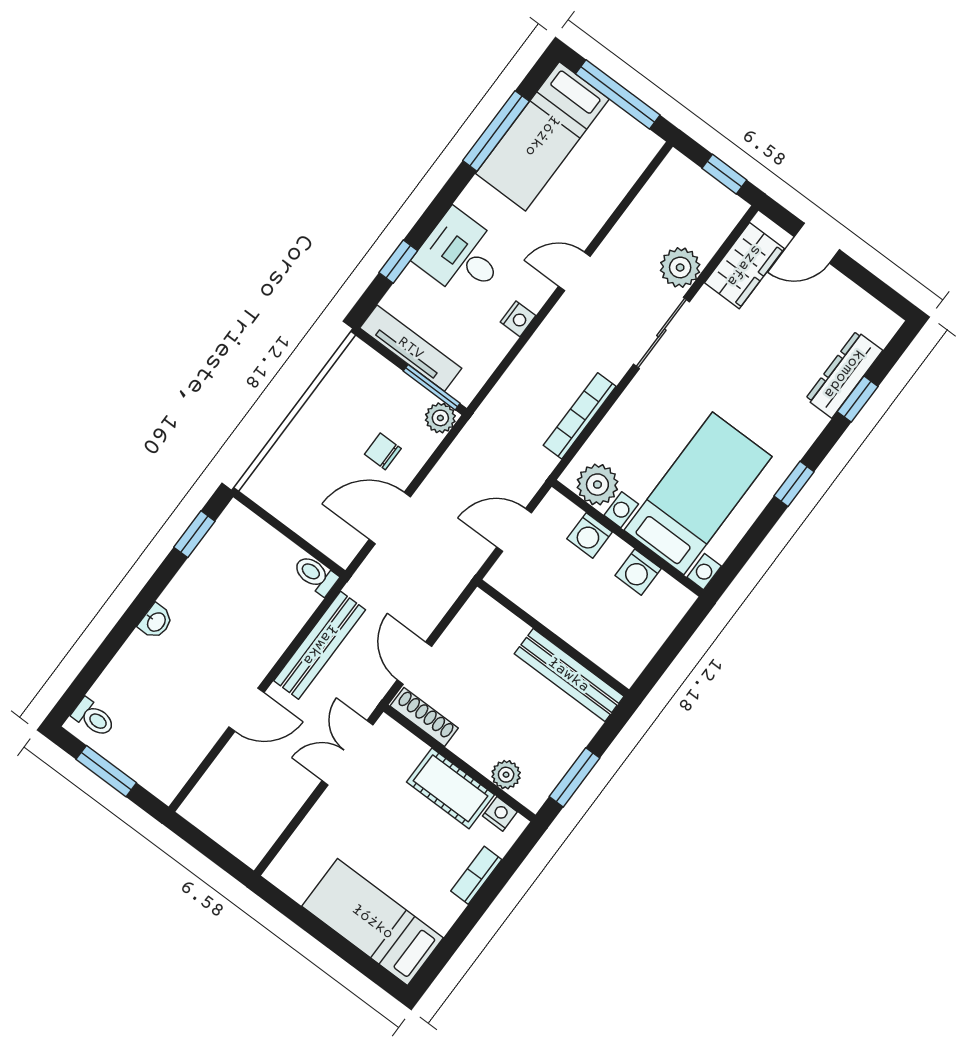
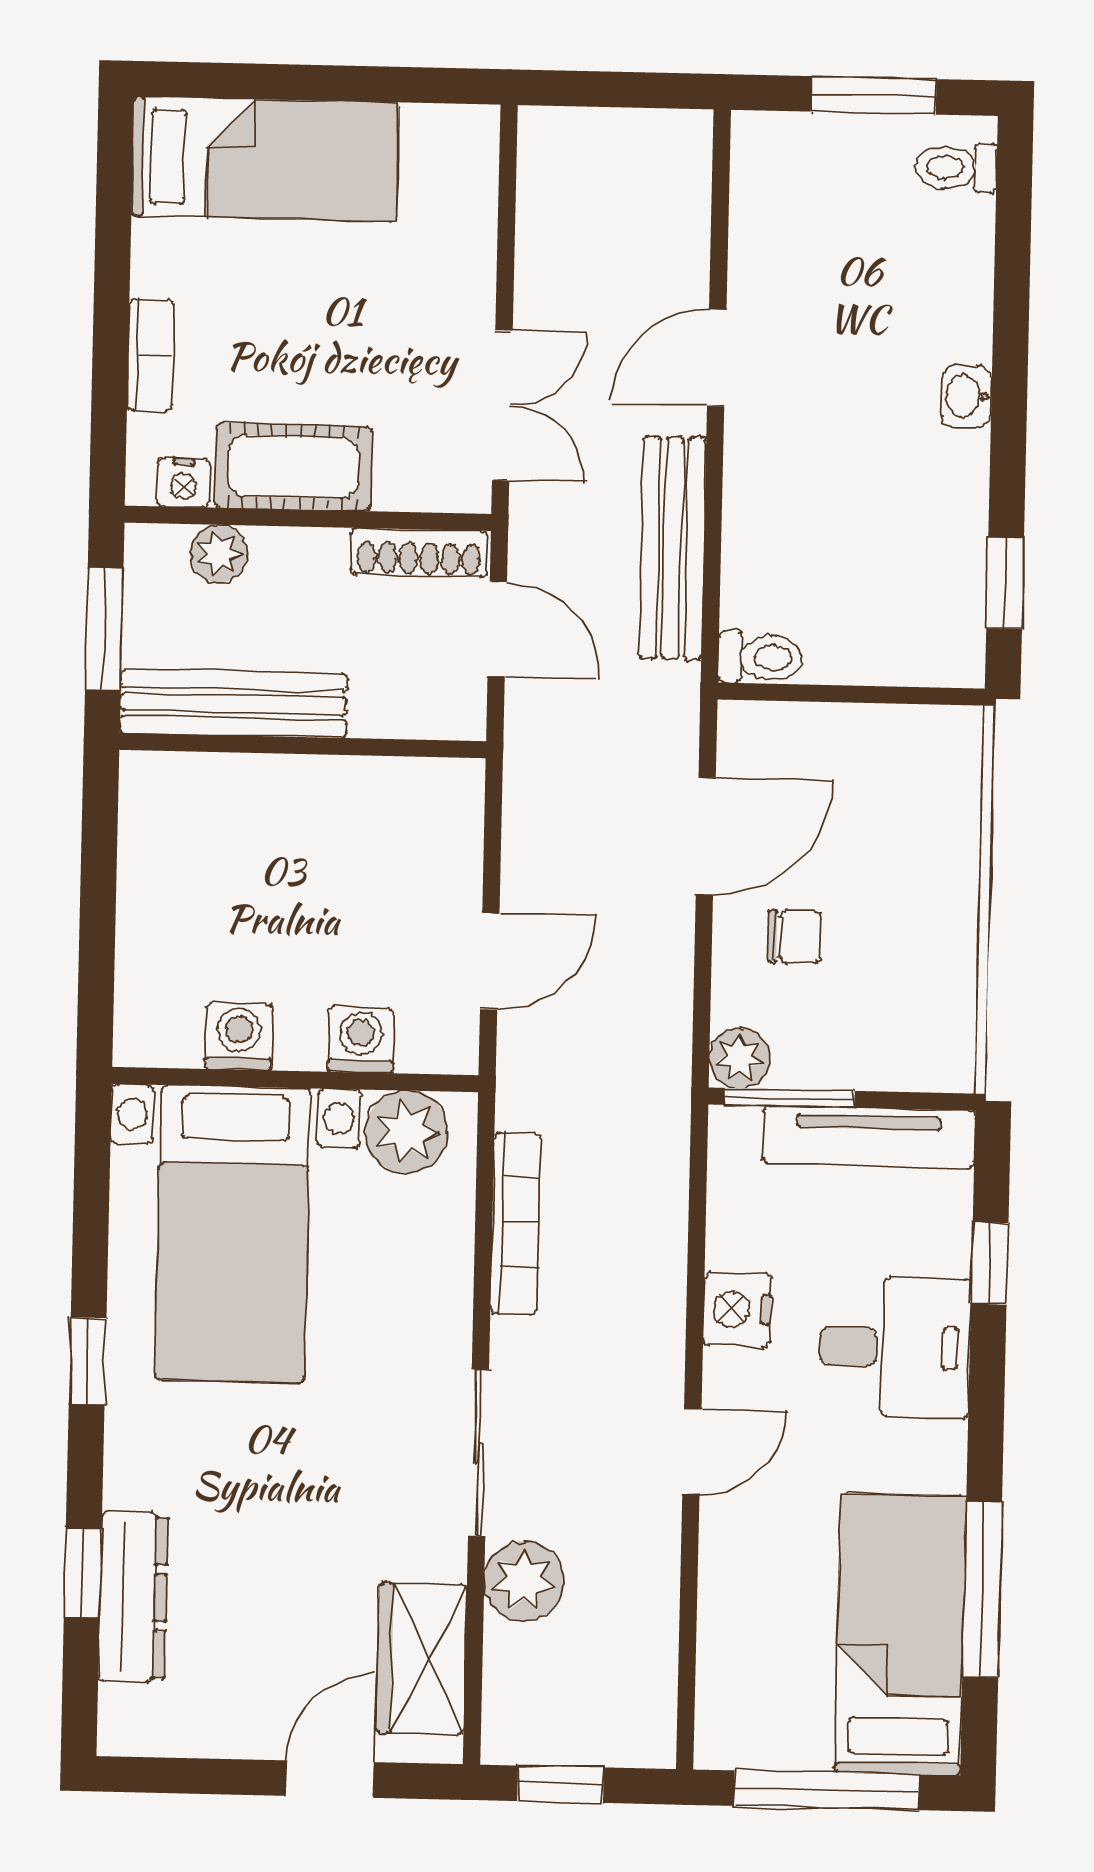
nightstand: (518, 319) -> (737, 1309), width x1.39, depth x1.35
wall: (553, 638) -> (303, 746), moved
bench: (569, 675) -> (234, 704), moved

